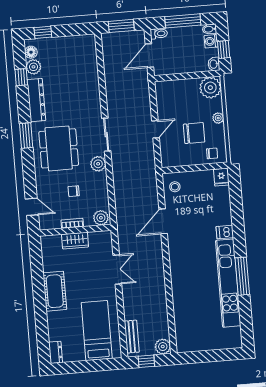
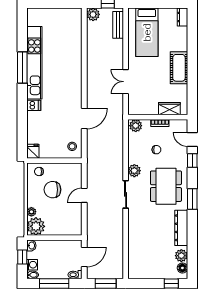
window: (21, 77) -> (192, 160), moved
plant: (218, 118) -> (31, 212), moved
wardrobe: (75, 241) -> (169, 109), moved

